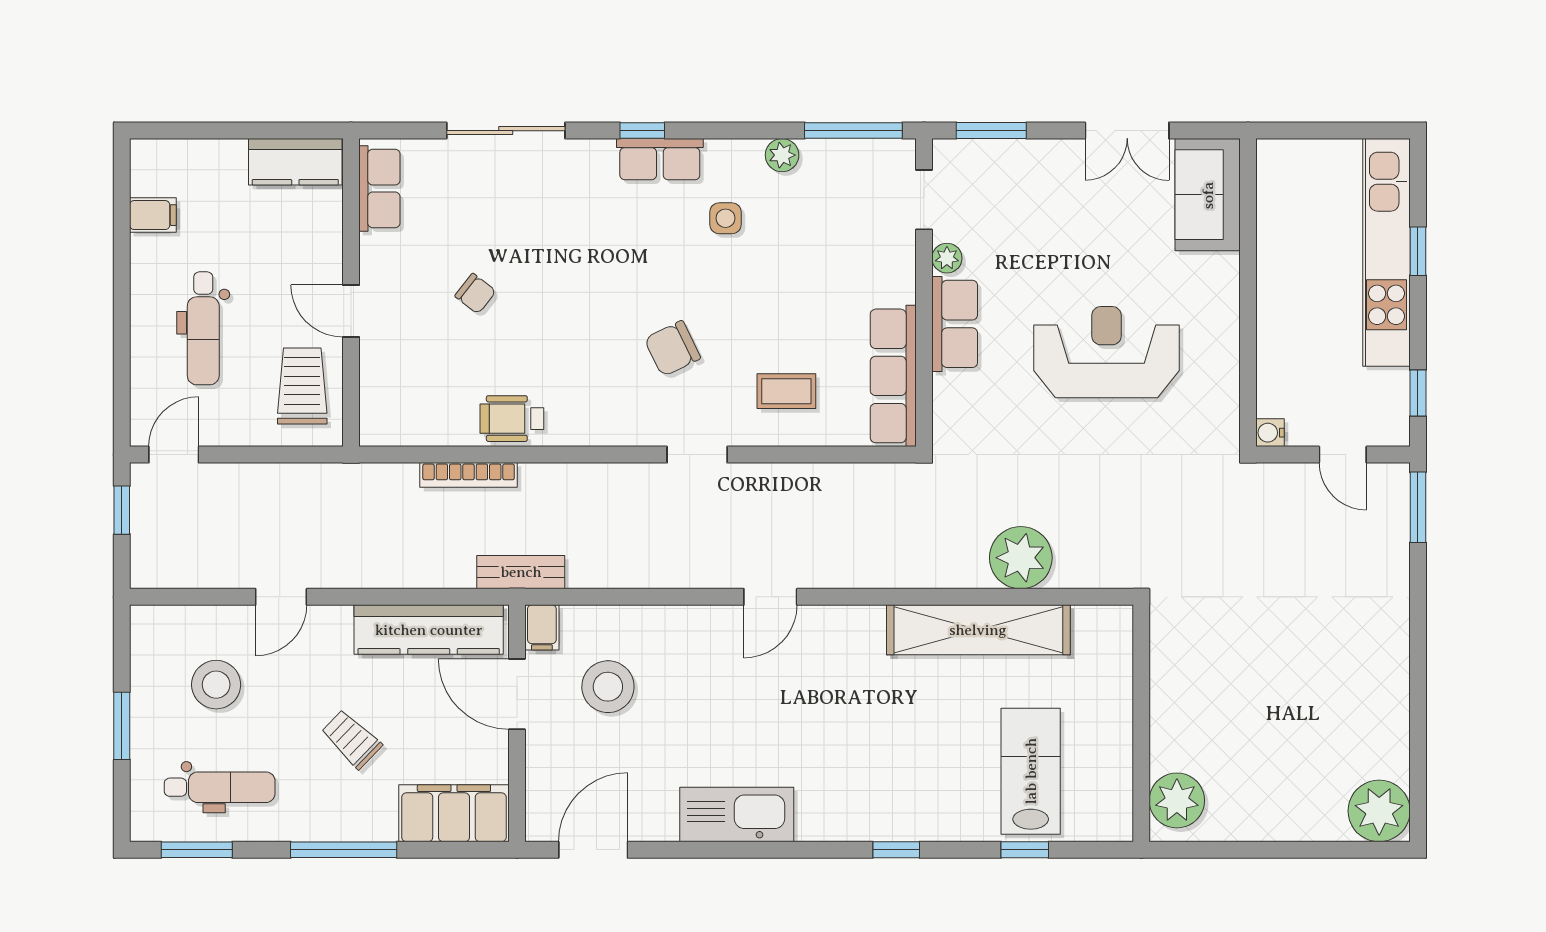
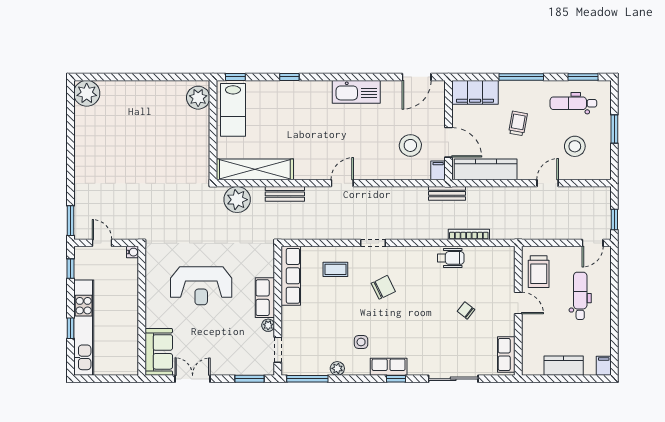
kitchen counter: (295, 162) -> (564, 366), moved
filing cabinet: (153, 215) -> (604, 366), moved, turned 90
bench: (907, 571) -> (285, 194), added
wall: (1141, 723) -> (213, 130), moved
trolley: (351, 739) -> (518, 123), turned -124
plant: (1177, 800) -> (198, 98), moved

